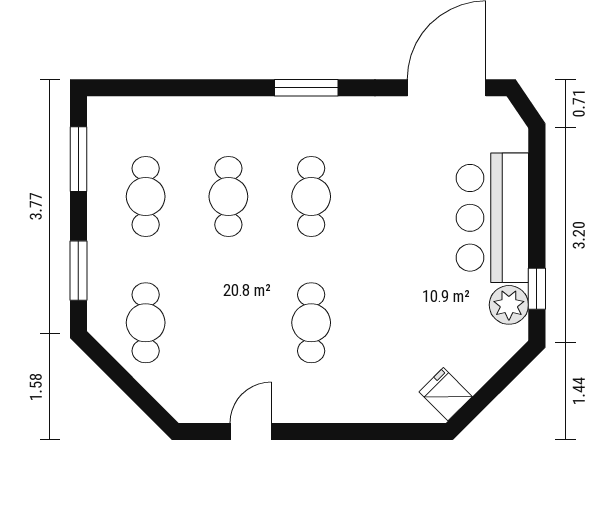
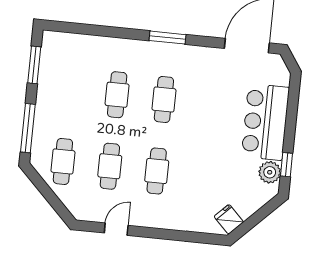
cafe table: (146, 197) -> (110, 166), moved
window: (78, 271) -> (28, 128), width x1.44

